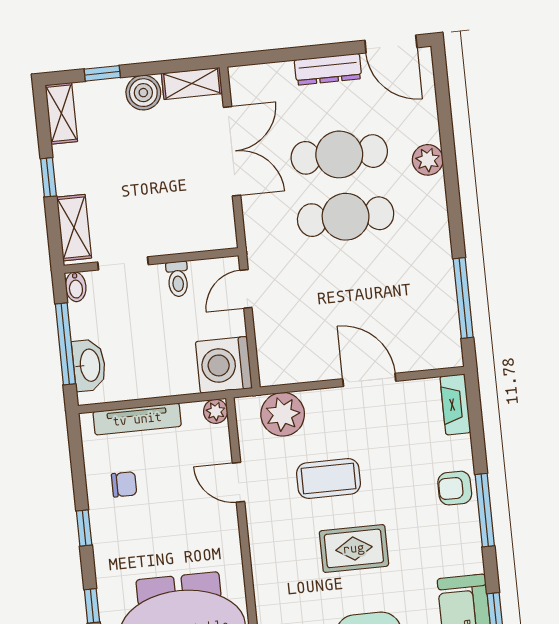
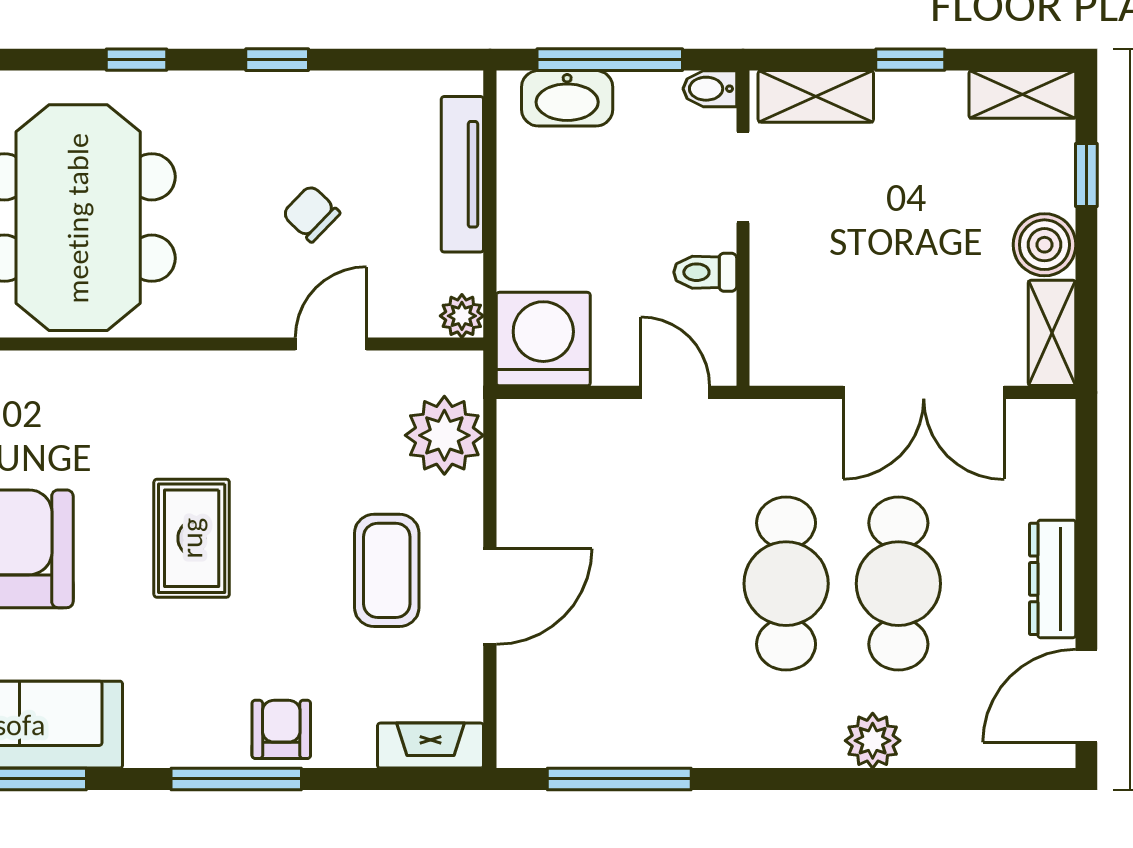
coffee table: (329, 479) -> (387, 570), moved
chair: (124, 484) -> (311, 213), moved, turned 134

